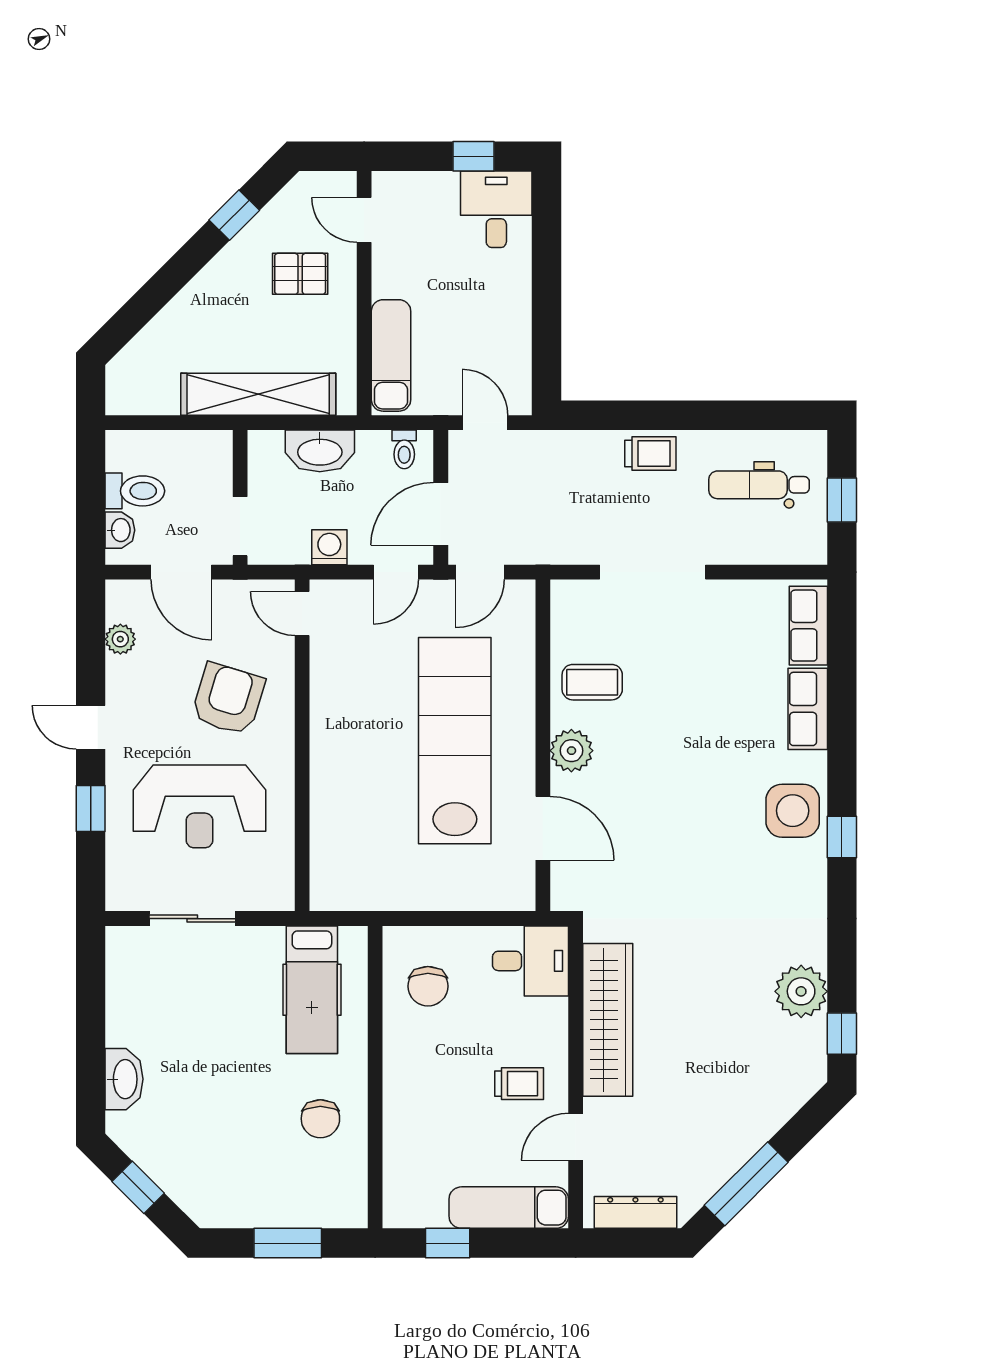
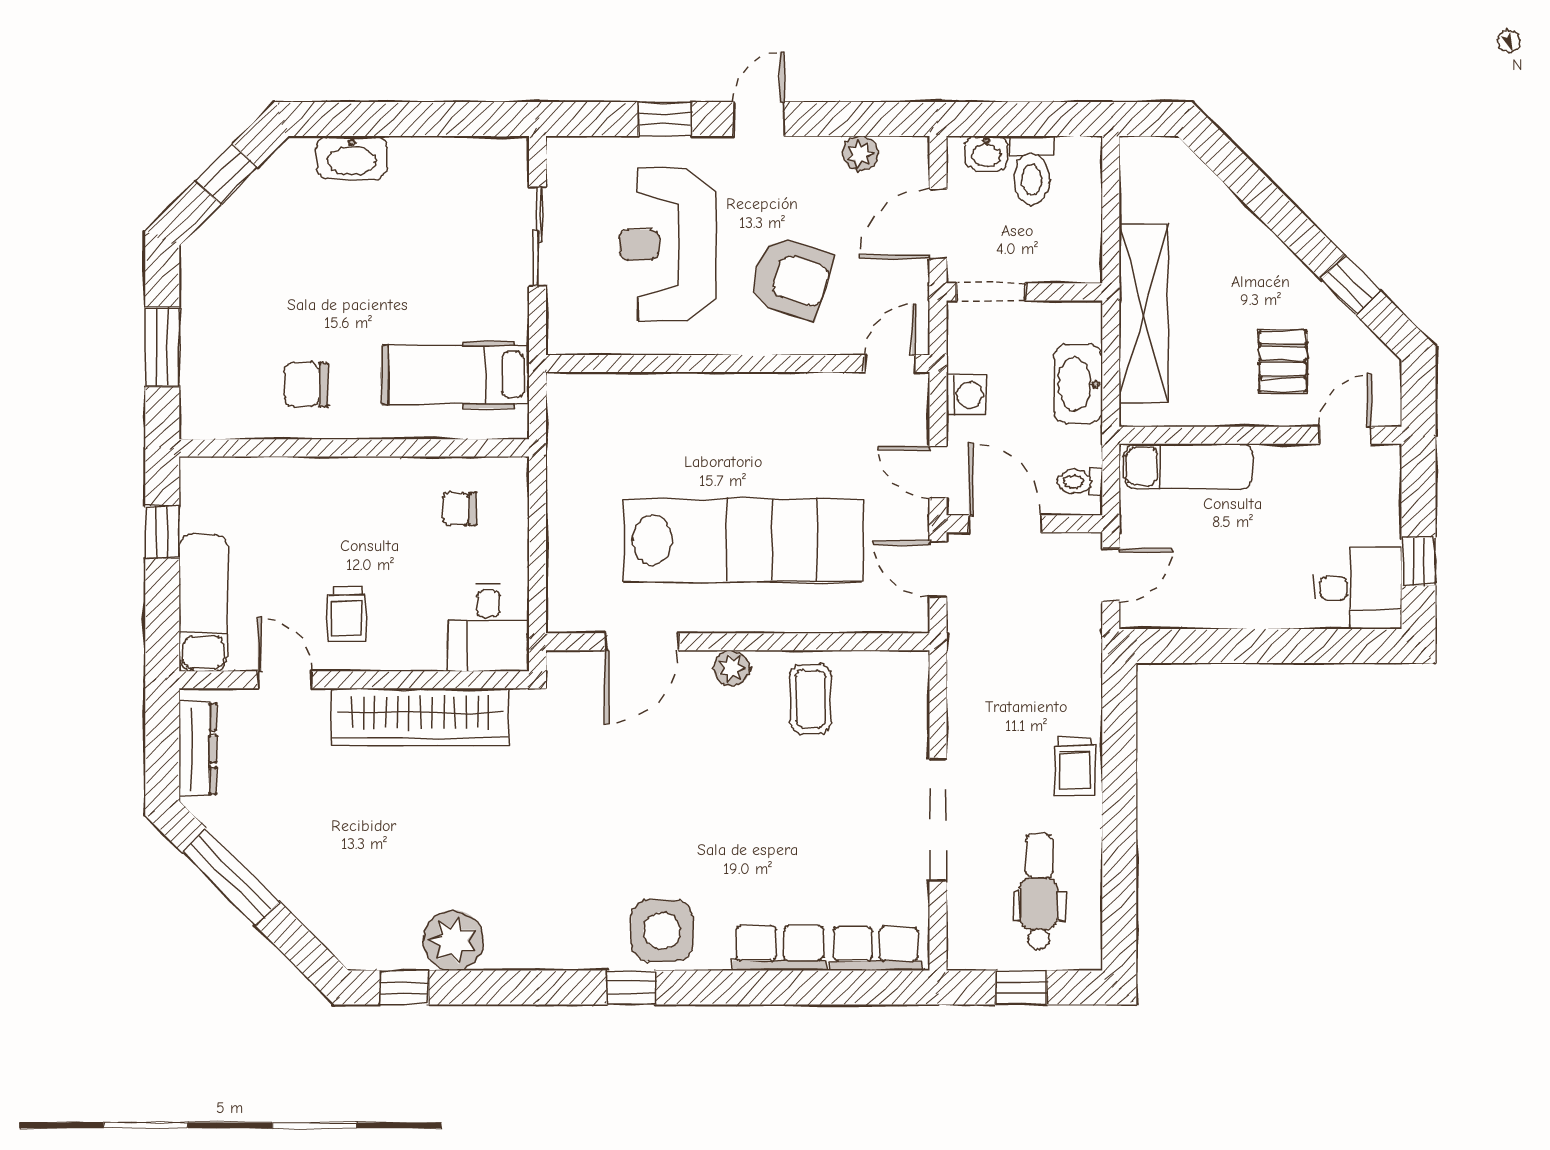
doorway: (653, 572) -> (938, 820), moved
plant: (571, 751) -> (732, 668), width x0.73, depth x0.73
chair: (428, 986) -> (459, 509), width x0.73, depth x0.73

